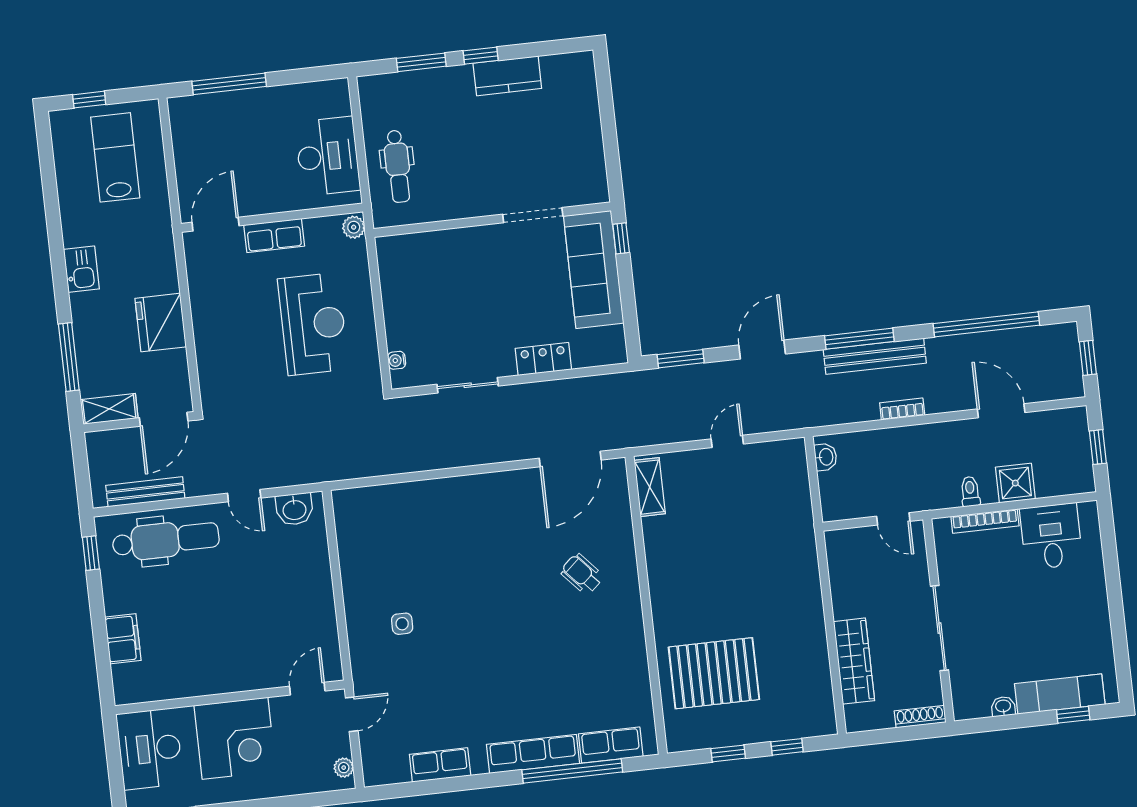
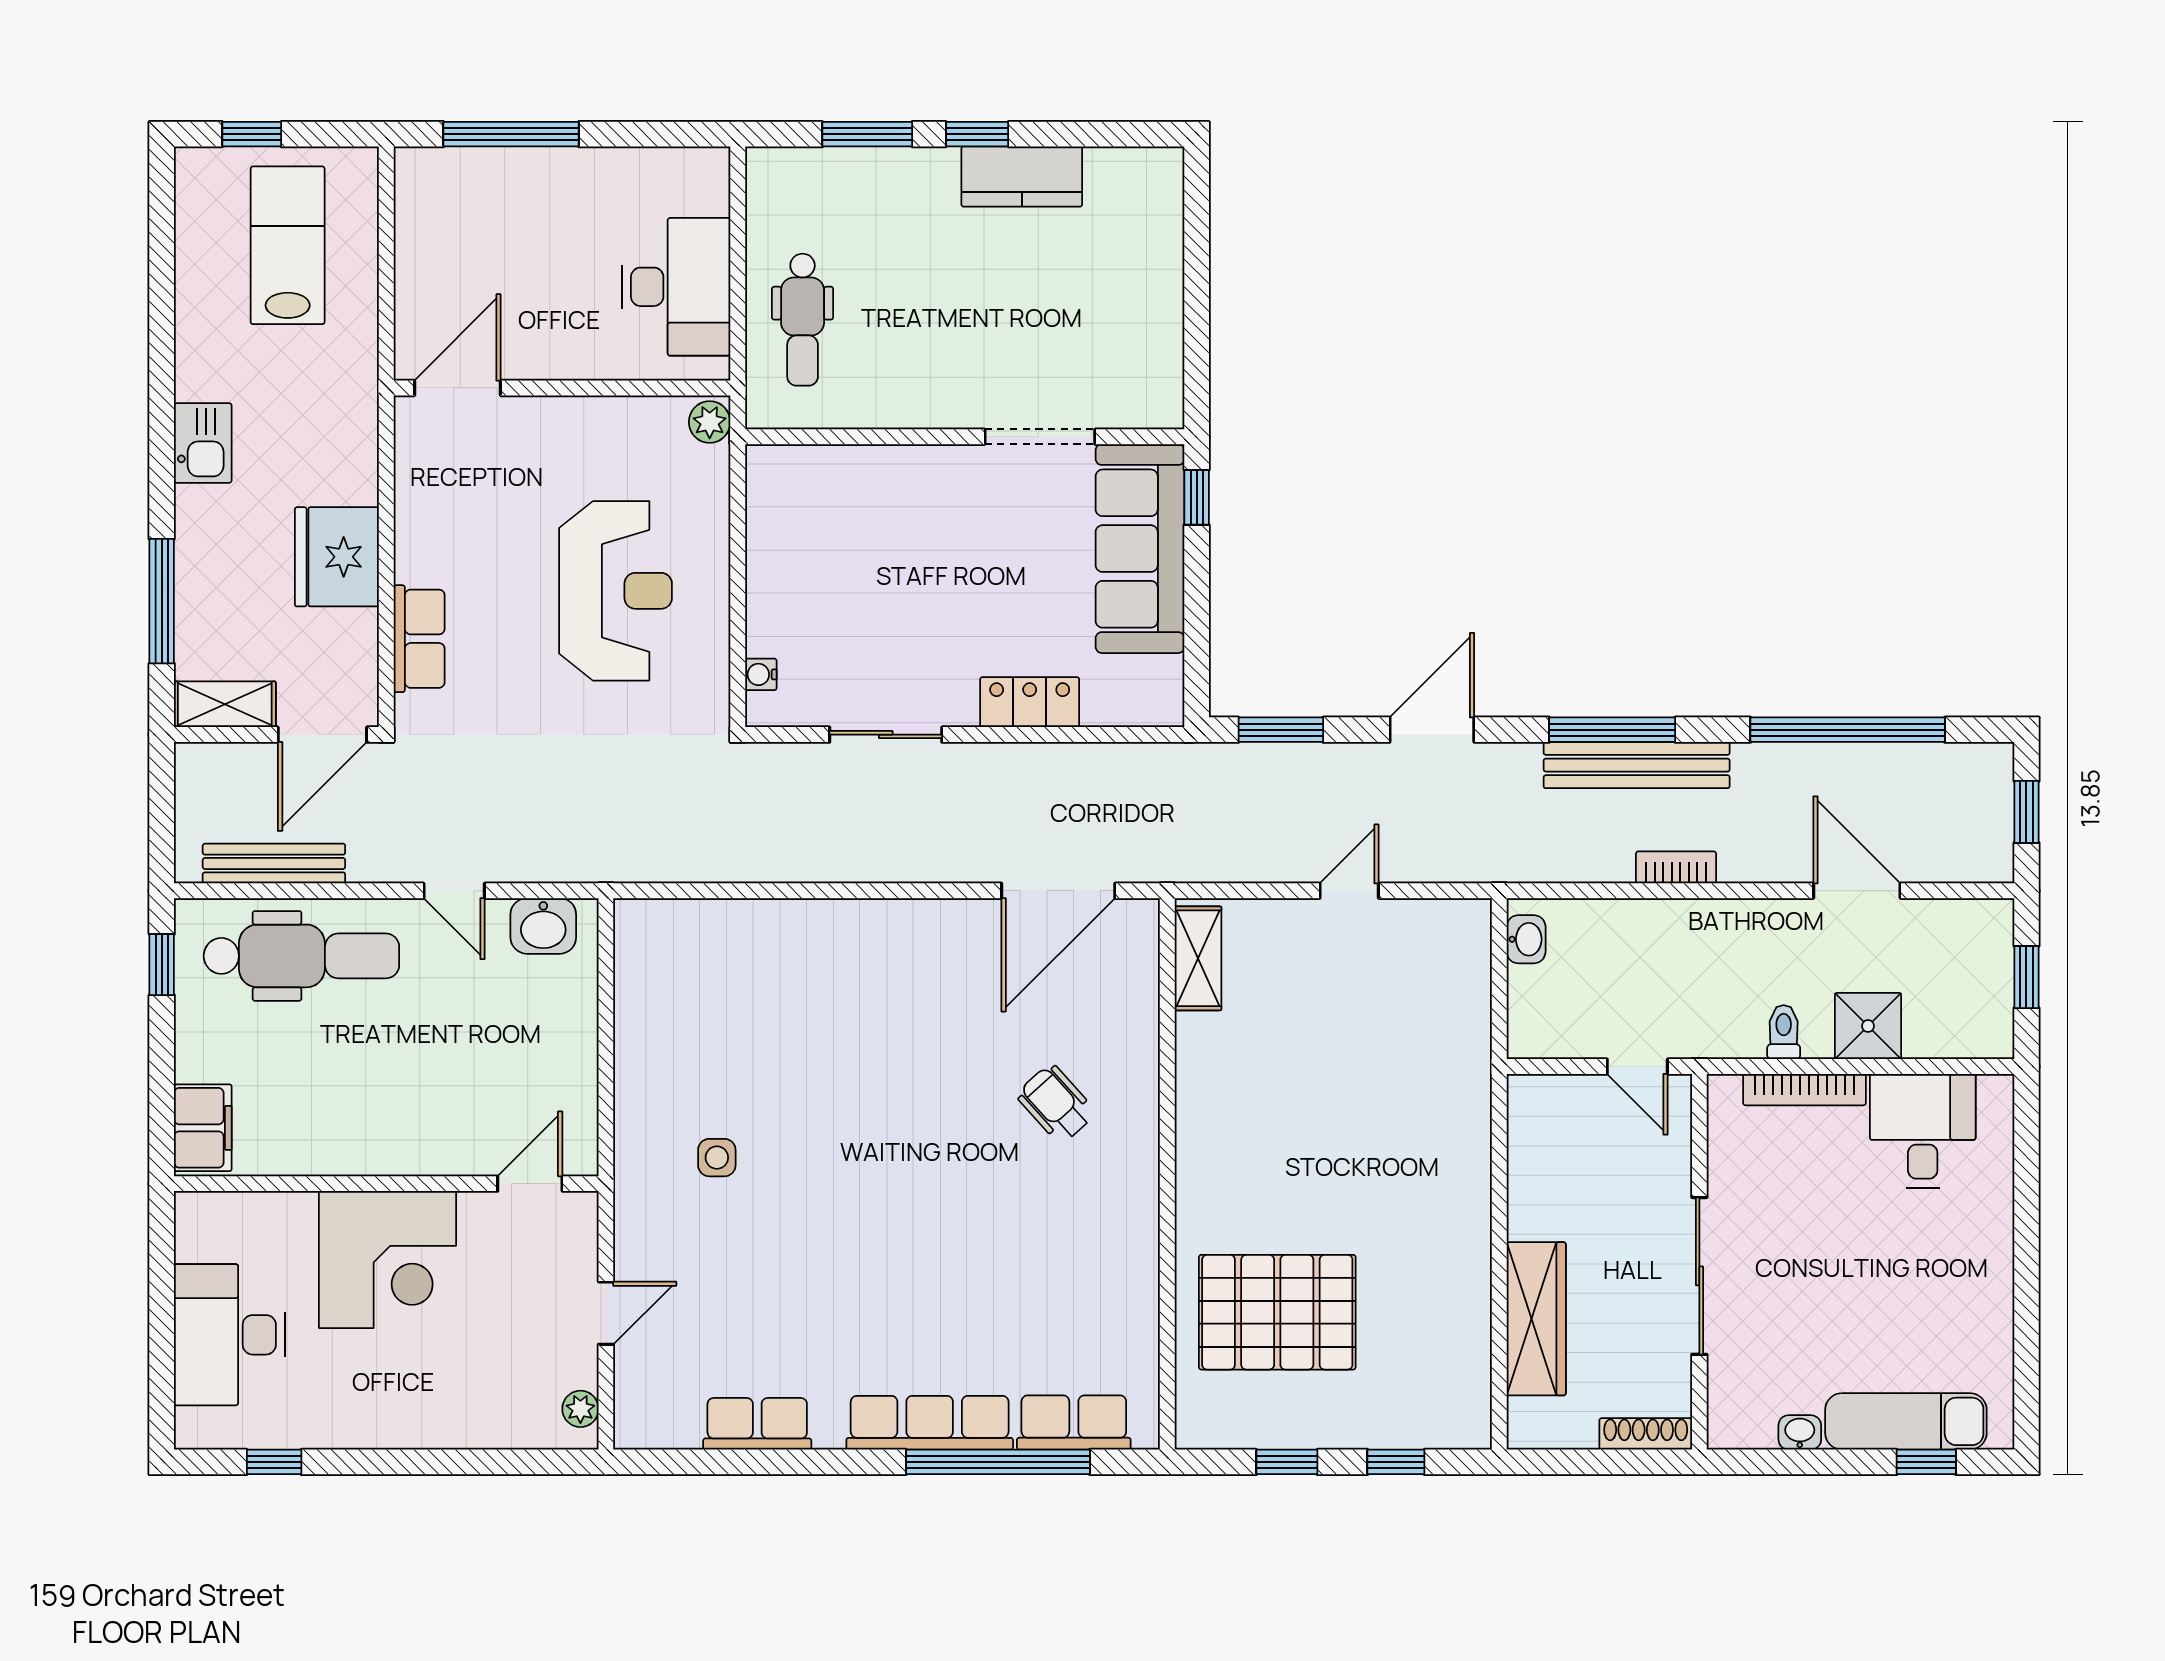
row of seats: (274, 235) -> (419, 639), moved, turned -90
door: (307, 689) -> (530, 1184), moved
wall: (230, 697) -> (386, 1184), moved
corner desk: (235, 738) -> (387, 1260), moved

